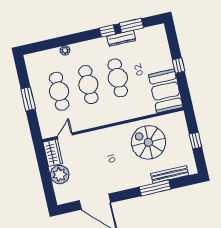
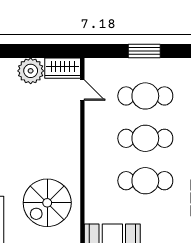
spiral stairs: (148, 142) -> (47, 203), turned 180

